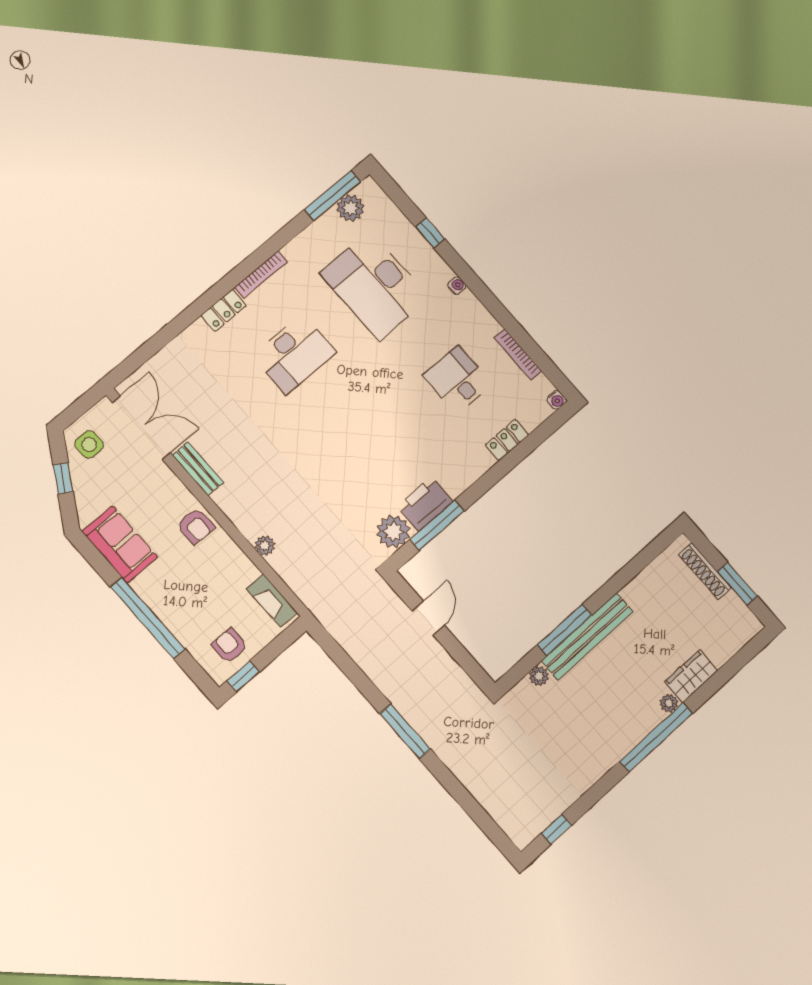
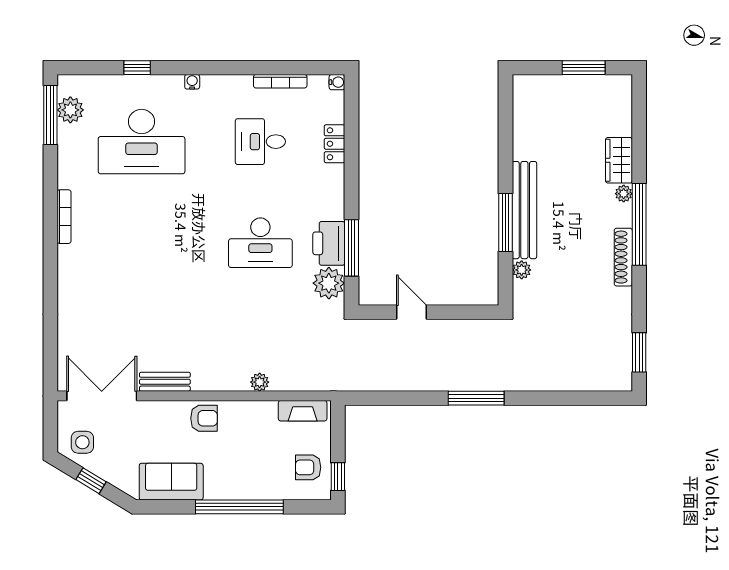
locker: (224, 310) -> (67, 266), removed
desk: (294, 354) -> (260, 243), moved, turned 90
shoe rack: (705, 571) -> (623, 257), moved, turned 90
window: (557, 829) -> (639, 352), width x1.50

